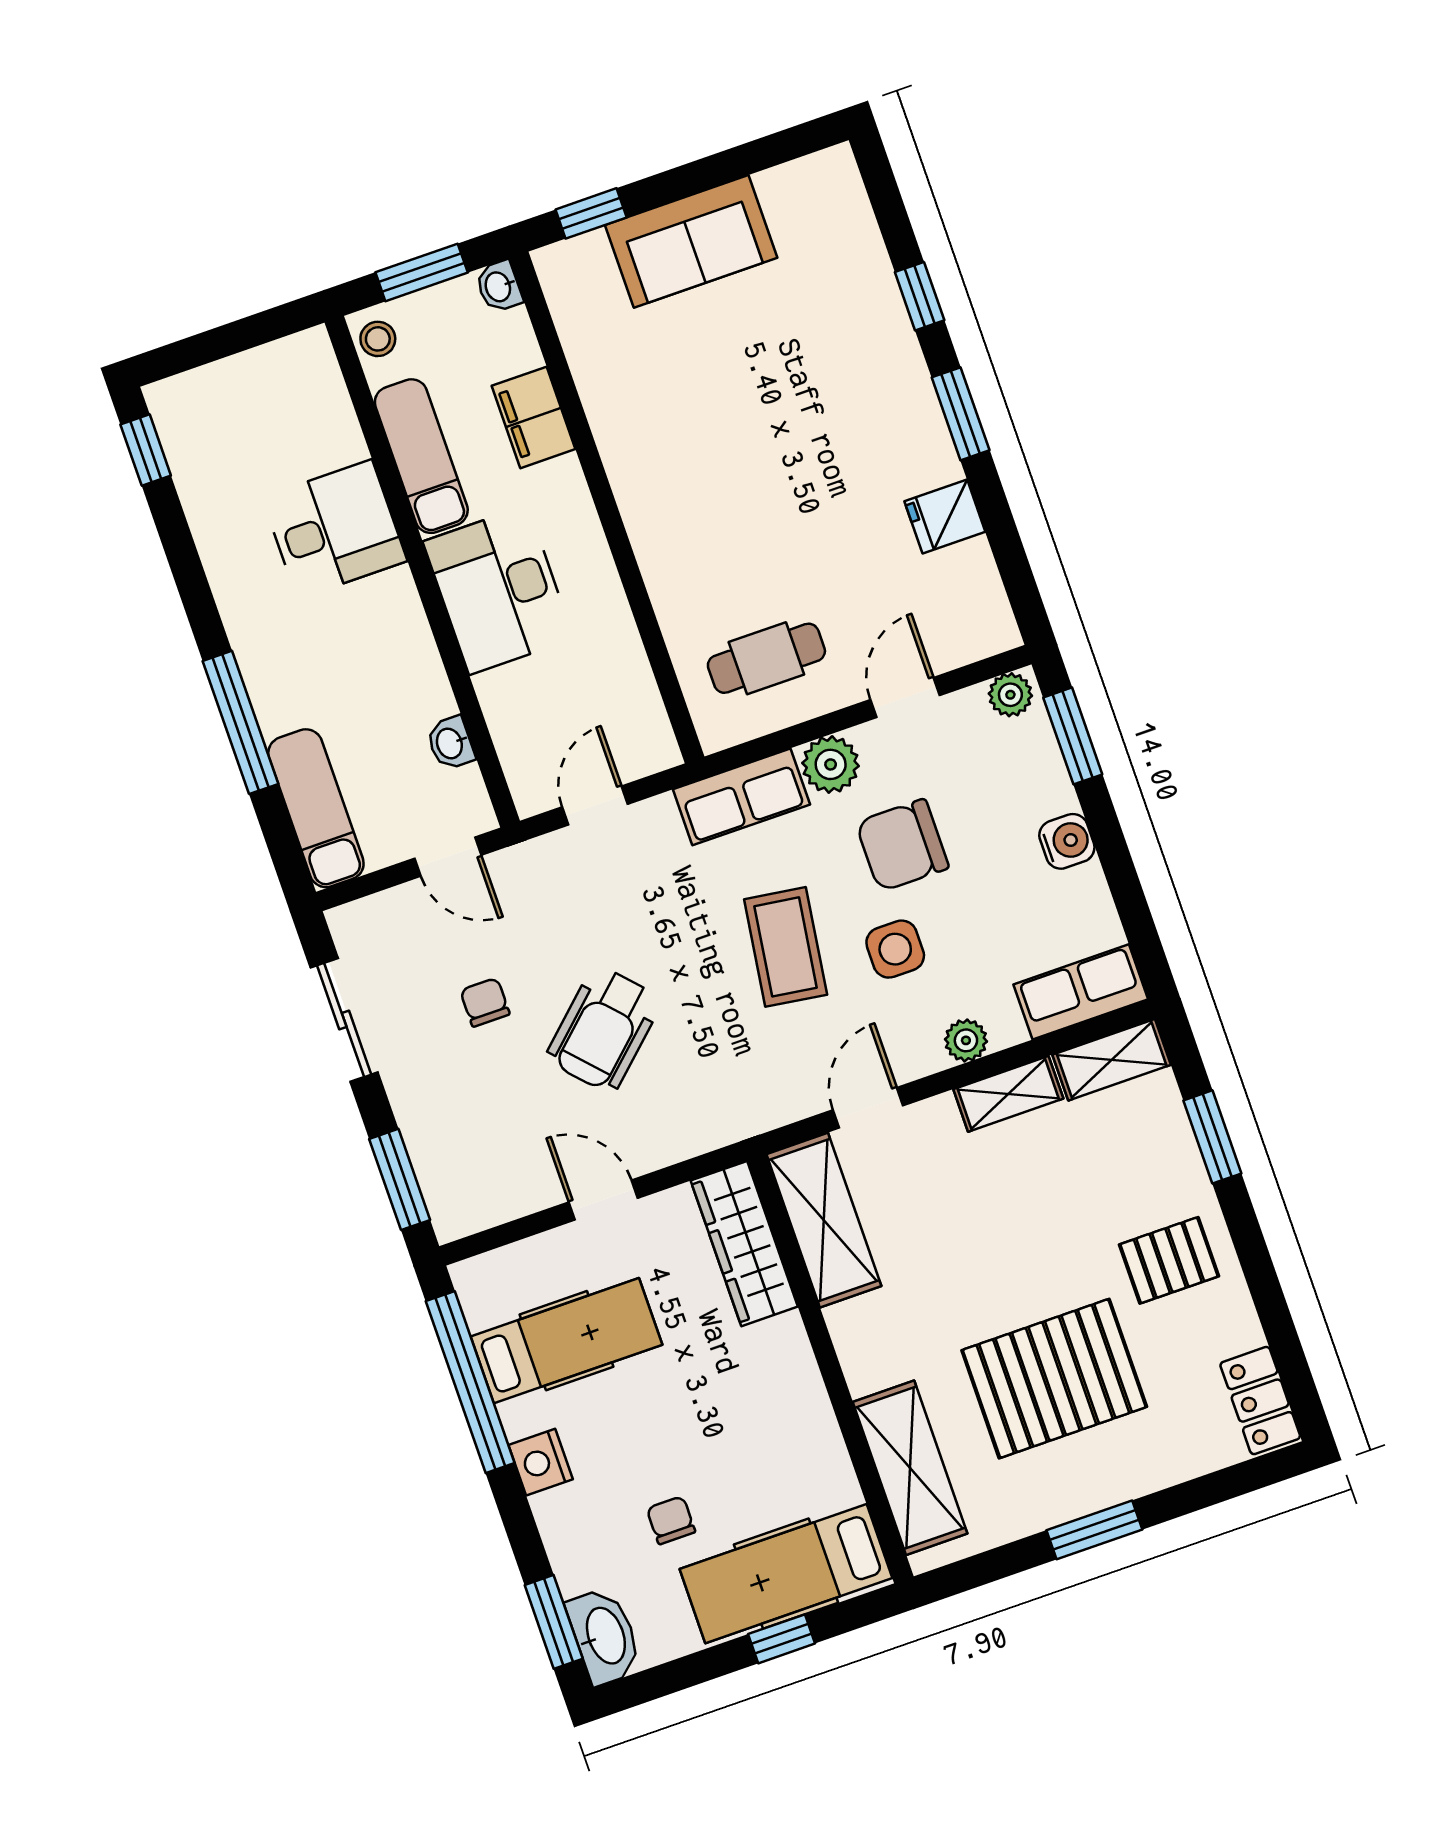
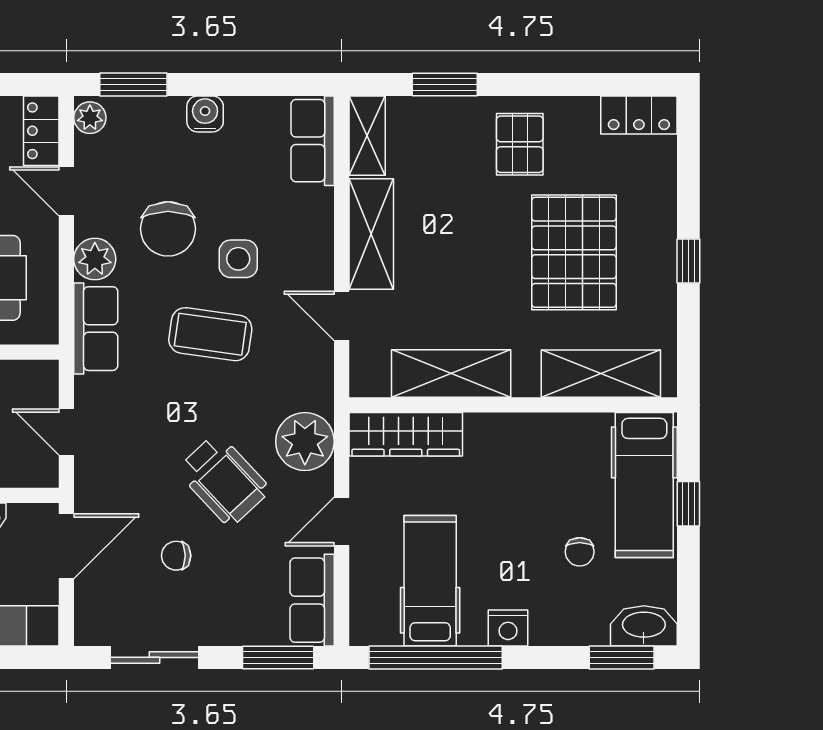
locker: (972, 638) -> (41, 131), added
door: (448, 857) -> (66, 546), width x1.38
plant: (966, 1040) -> (305, 442), moved, width x1.87, depth x1.87
shelving: (1008, 1094) -> (371, 234), width x1.50, depth x1.33
row of seats: (489, 1197) -> (312, 600), added
shelving: (824, 1220) -> (451, 374), moved
chair: (671, 1520) -> (580, 552), turned -90
window: (1094, 1530) -> (688, 261), width x0.67

